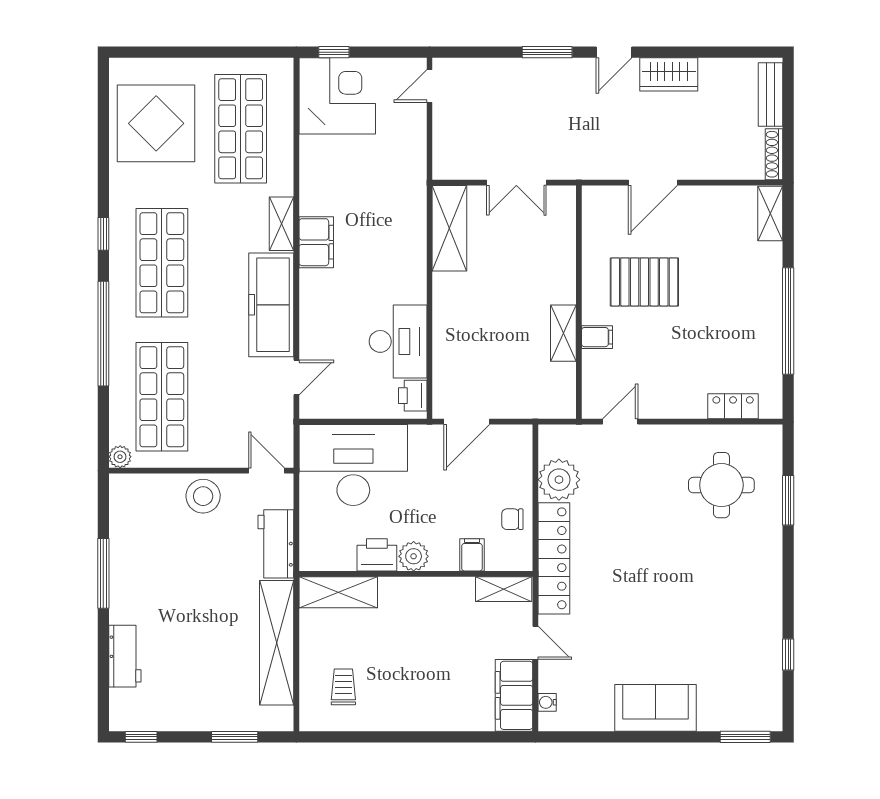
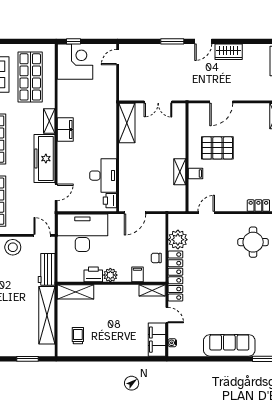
sofa: (655, 708) -> (229, 345), width x1.36

